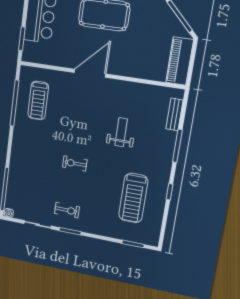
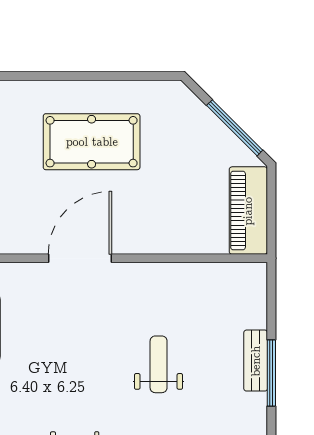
bench: (174, 114) -> (256, 361), moved

